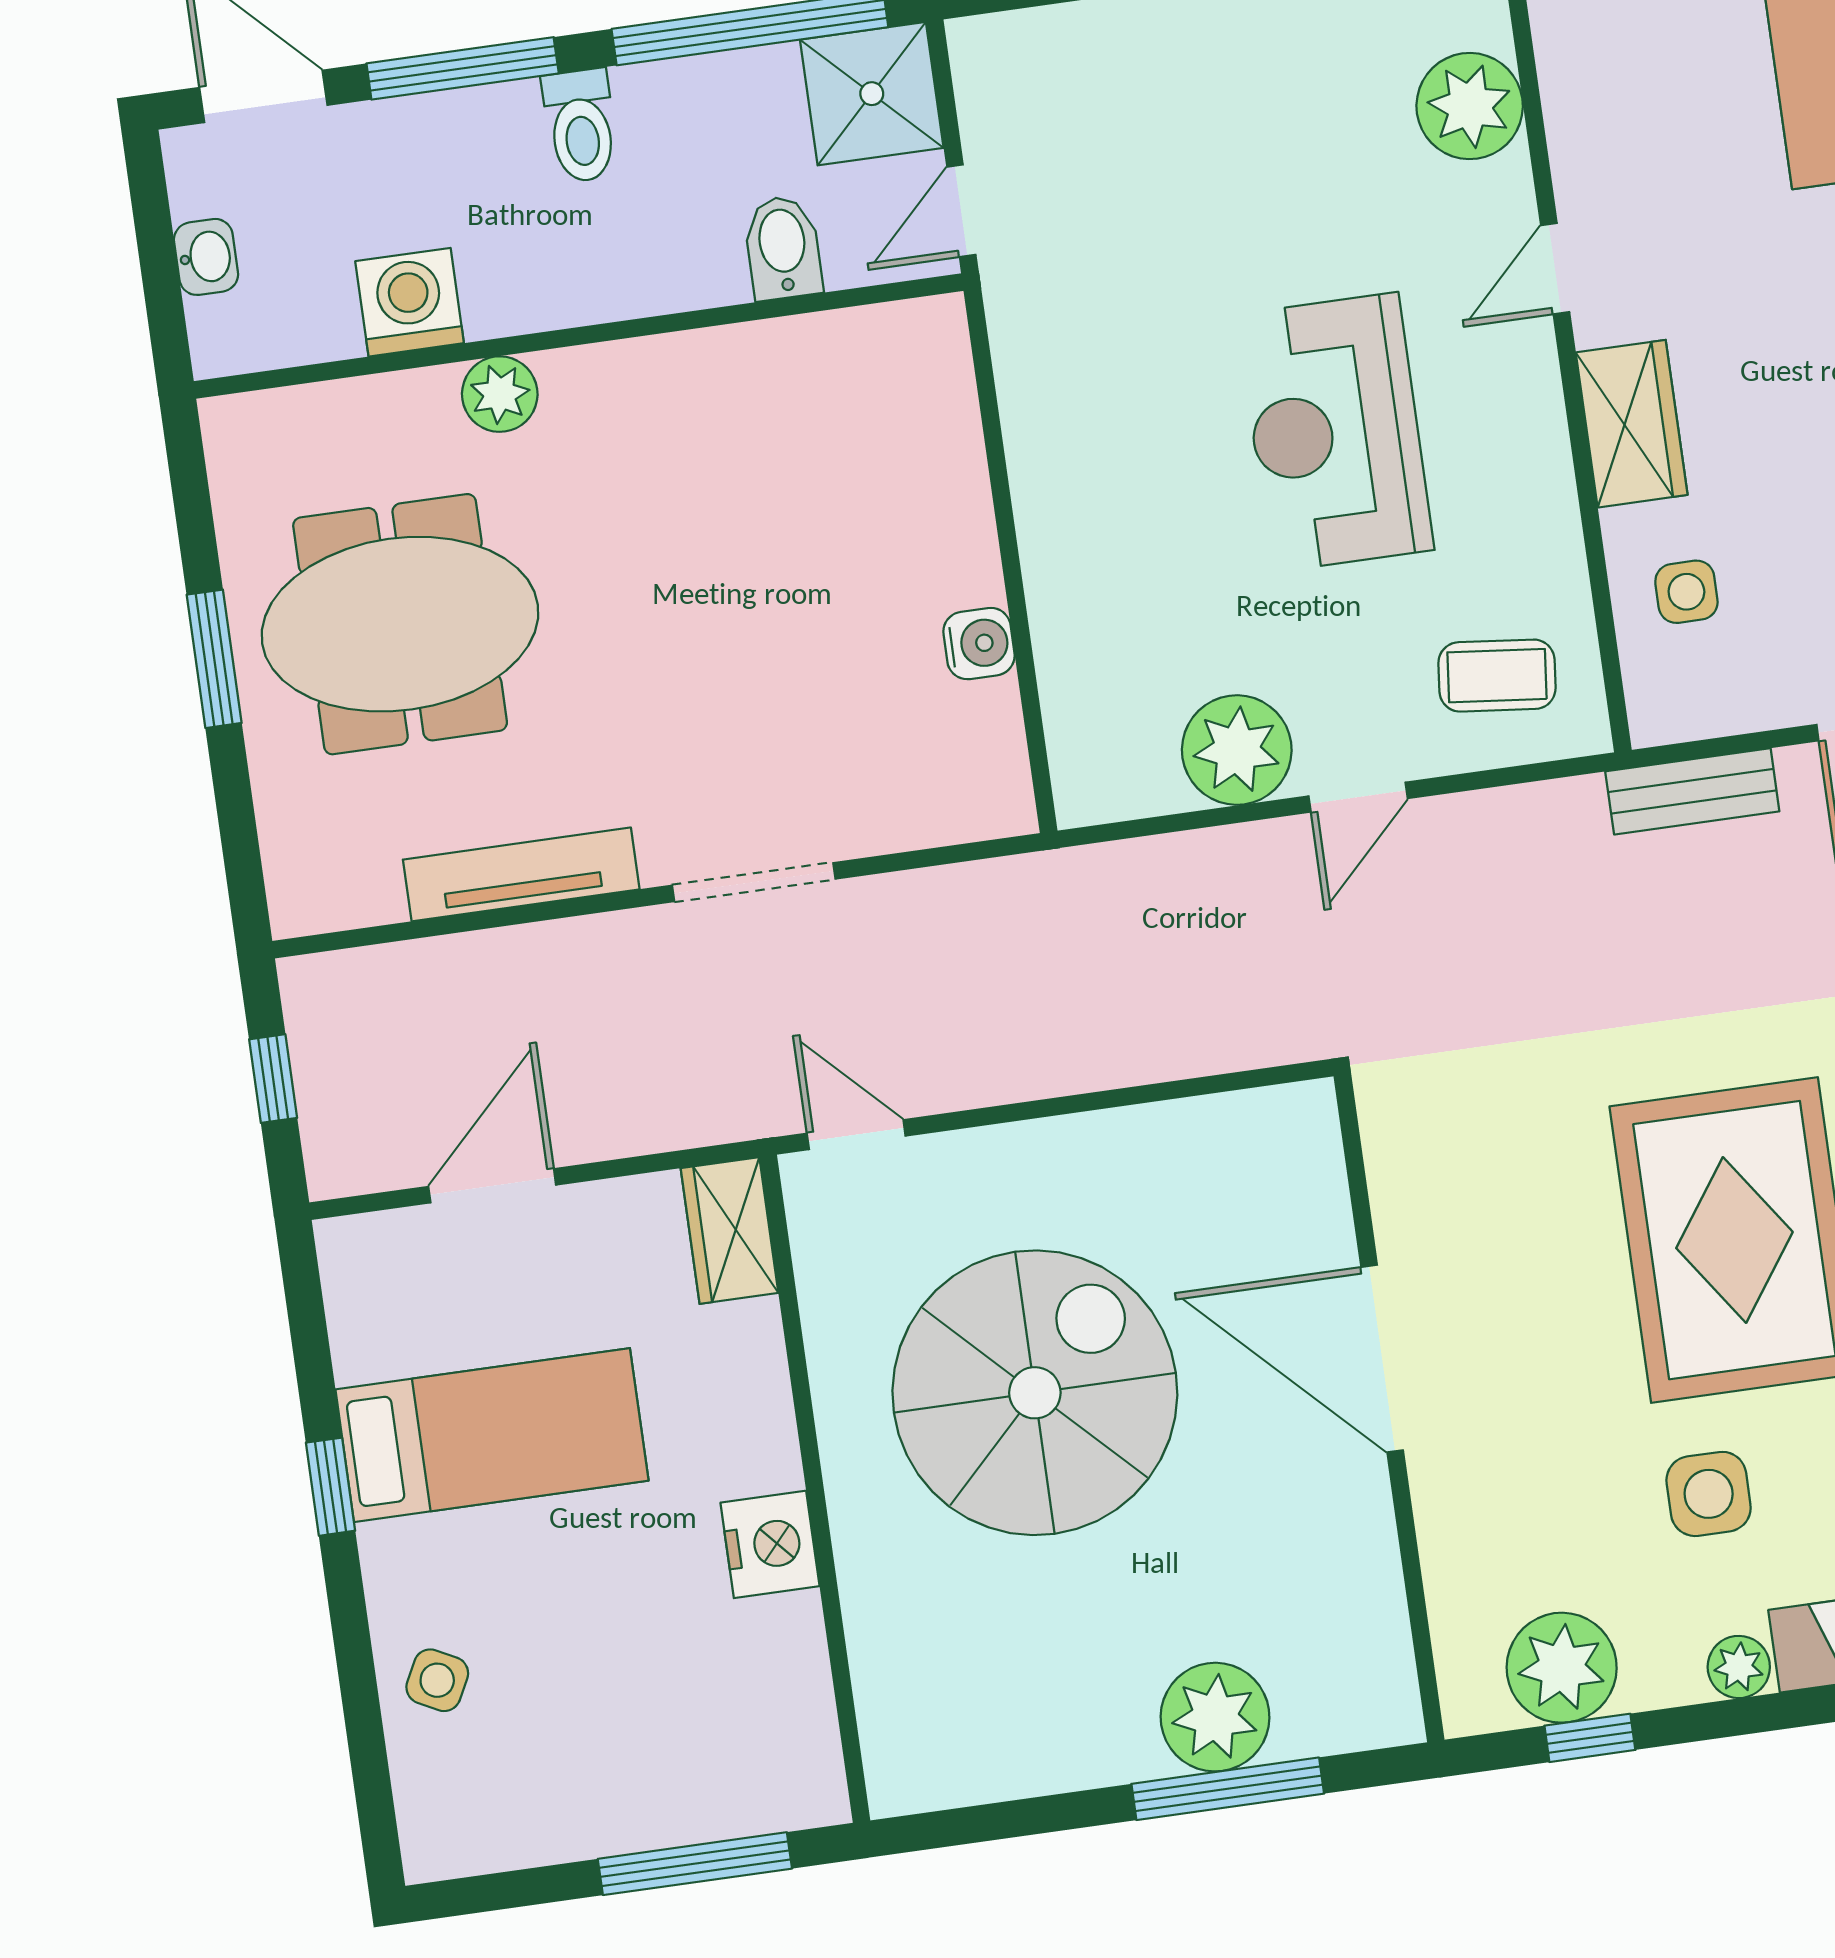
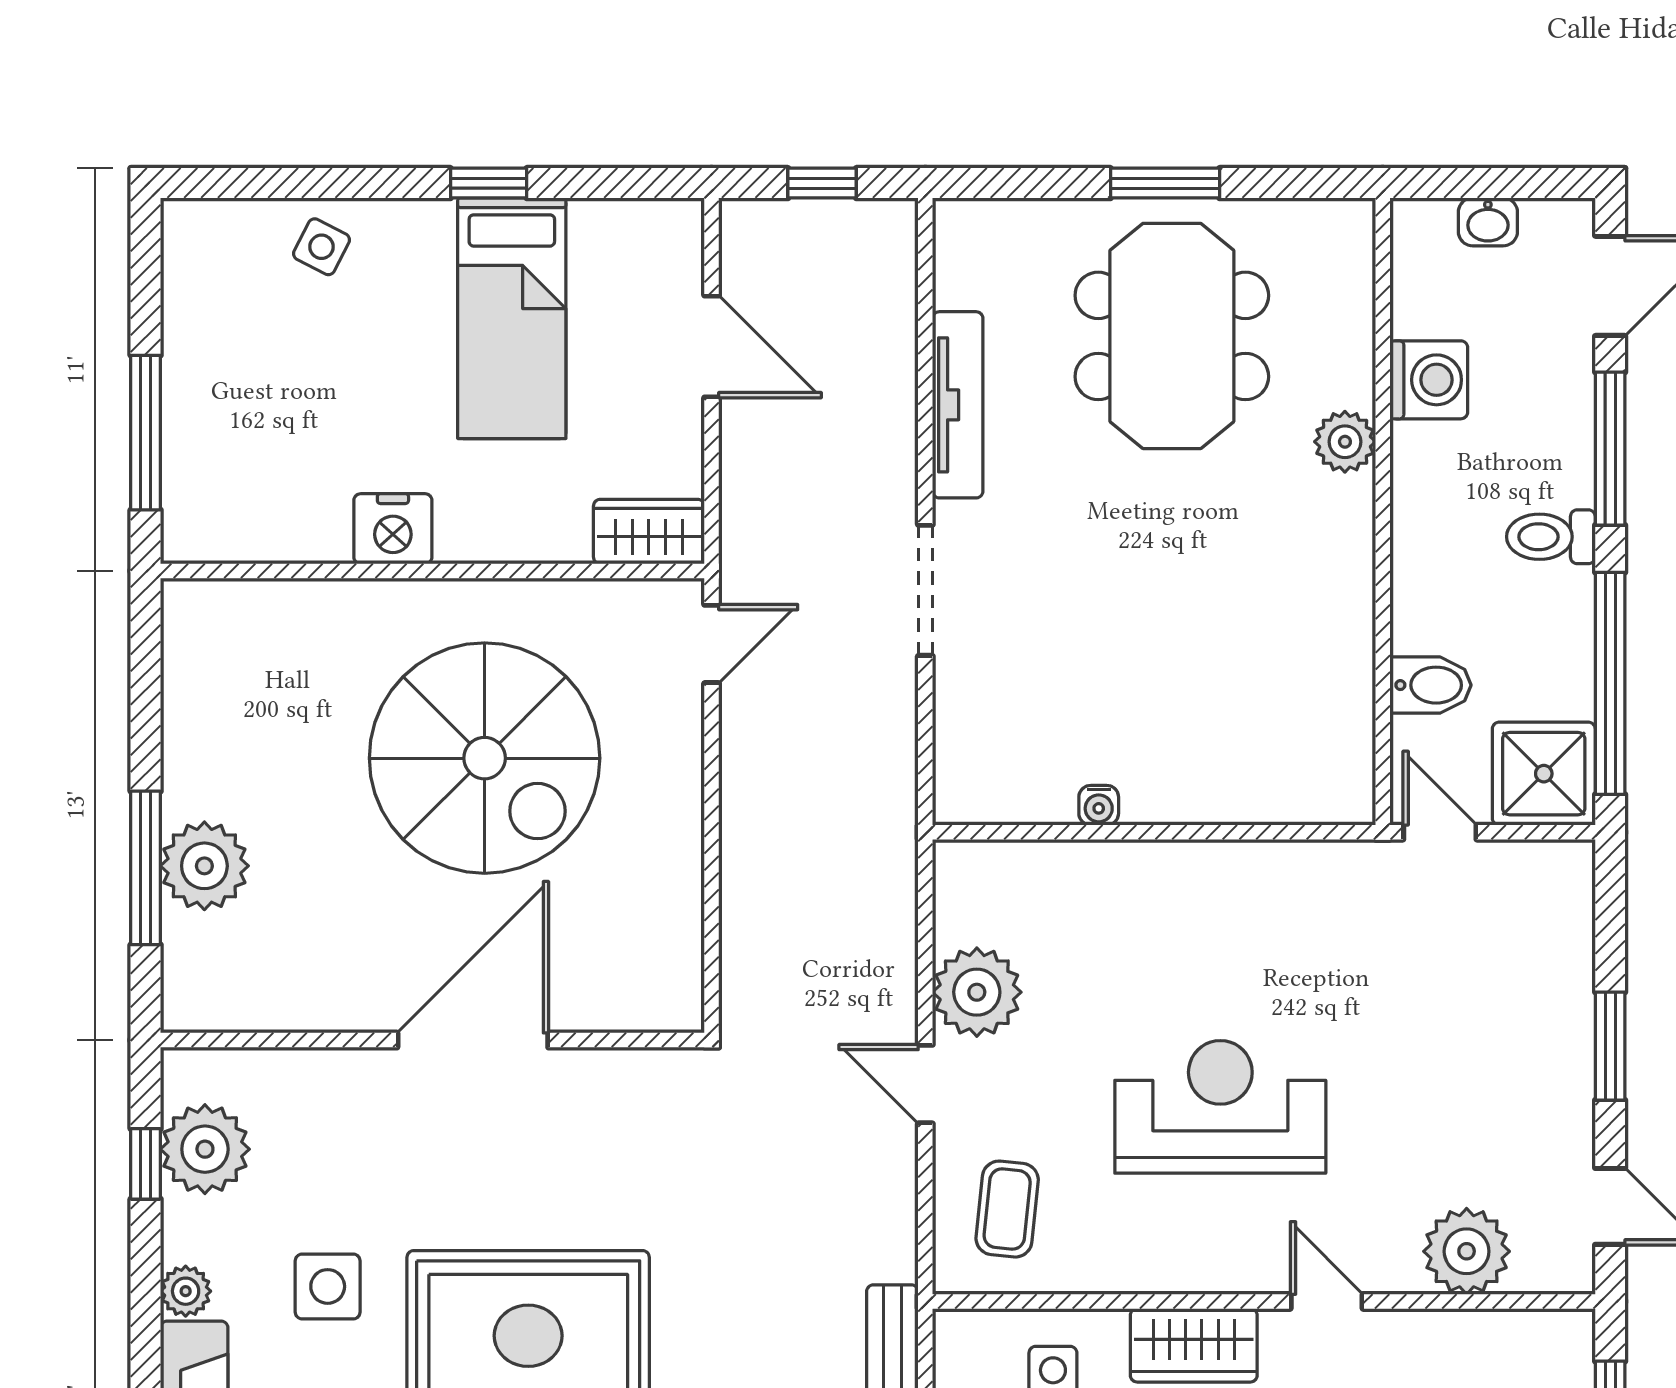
water cooler: (979, 644) -> (1099, 805), width x0.72, depth x0.72

